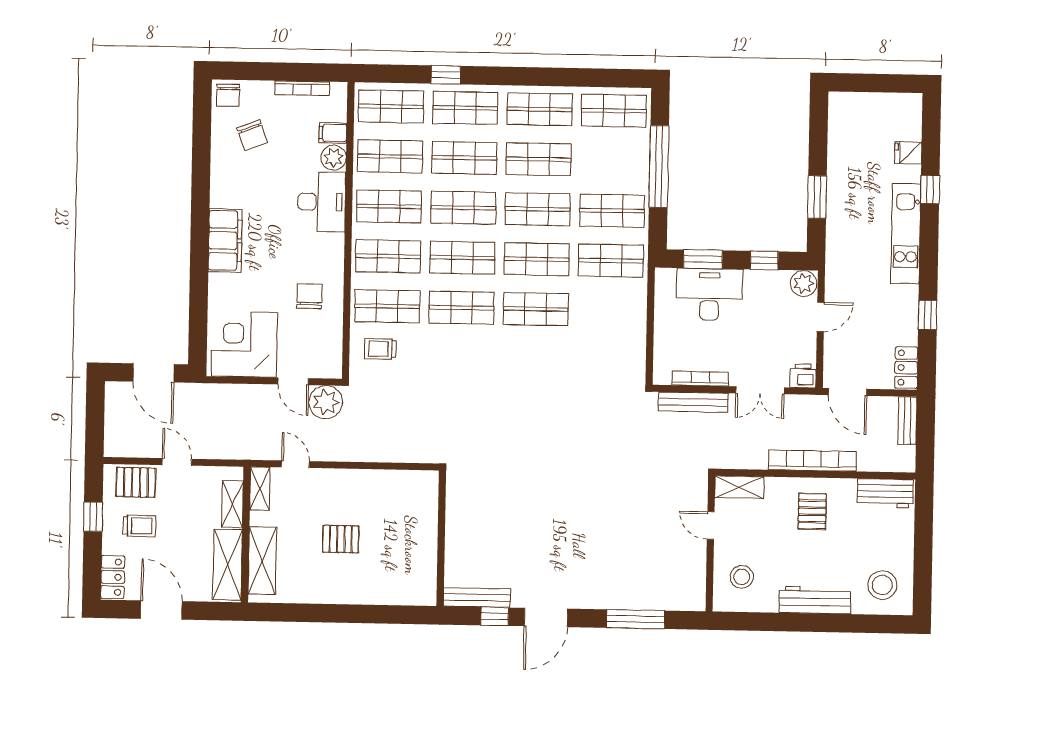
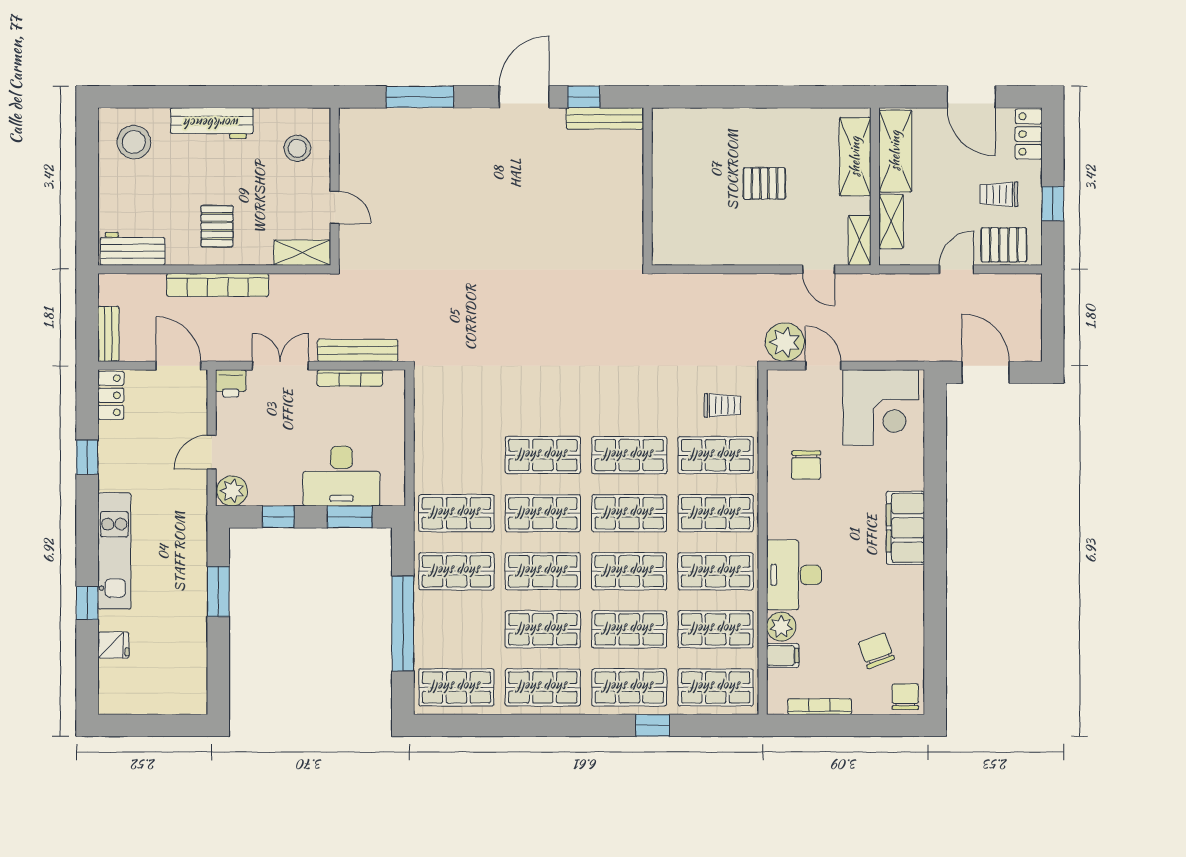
door: (177, 462) -> (957, 269), swing flipped

